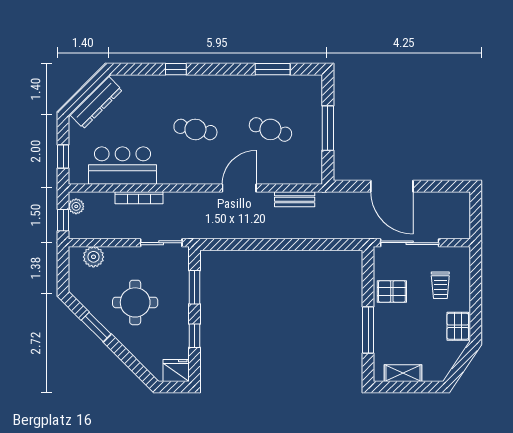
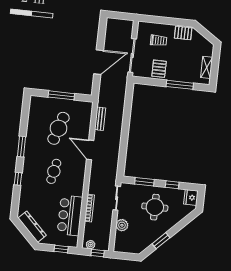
window: (273, 69) -> (22, 147), moved
cafe table: (270, 129) -> (58, 128), width x1.37, depth x1.35
plant: (93, 257) -> (122, 225), moved
round table: (135, 302) -> (155, 207), moved

